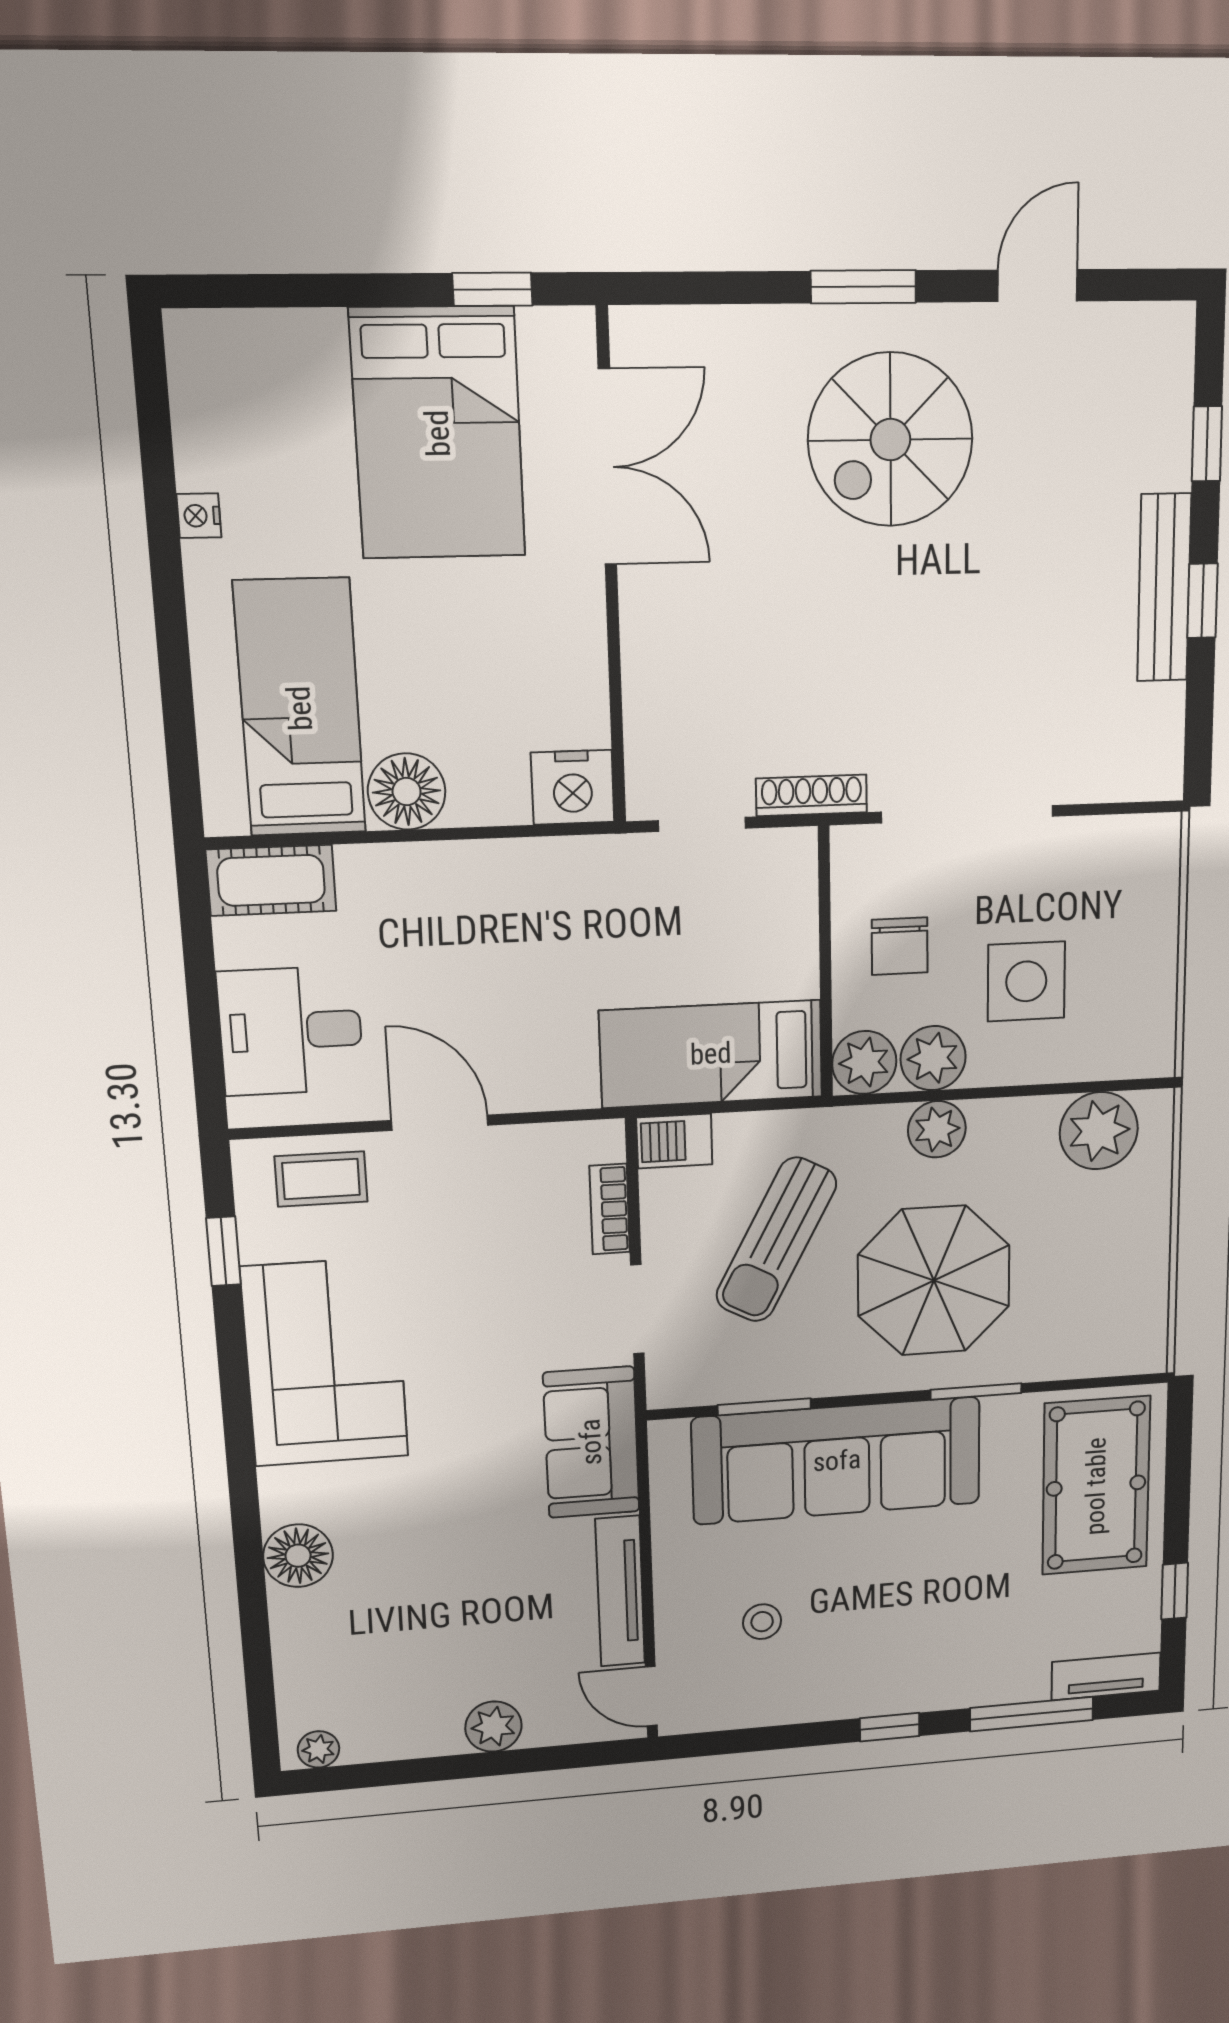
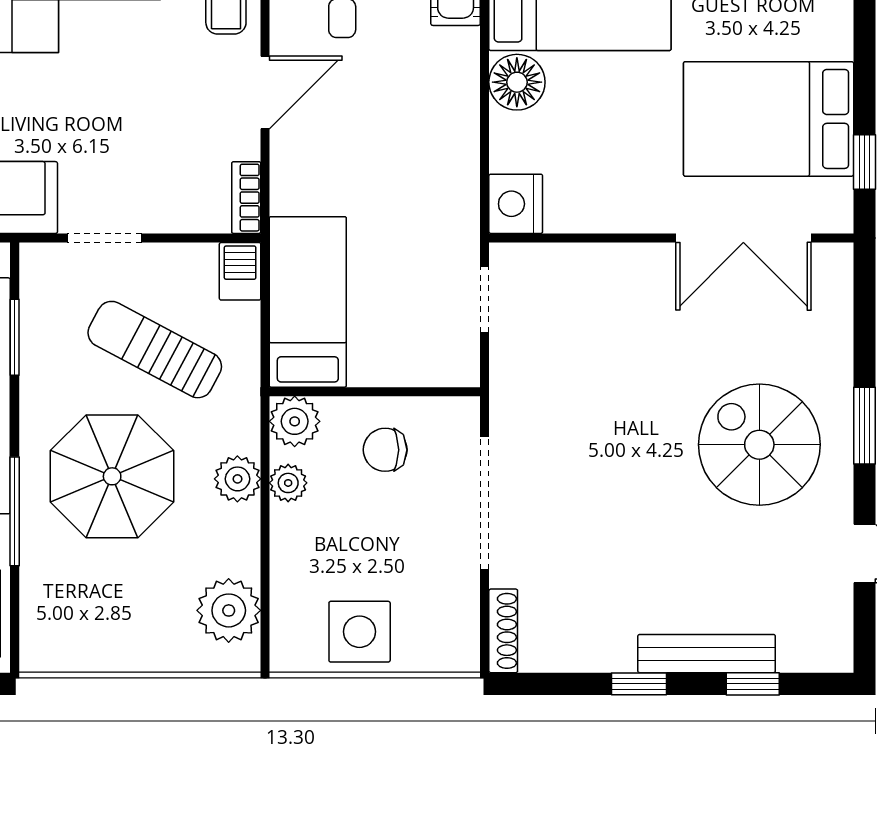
bench: (1164, 588) -> (707, 654), moved
shoe rack: (812, 795) -> (503, 631), moved
side table: (1026, 981) -> (360, 632), moved
plant: (933, 1058) -> (288, 483), width x0.73, depth x0.73
bookcase: (610, 1209) -> (246, 198), moved, turned -90
window: (976, 1391) -> (15, 511), width x1.44

